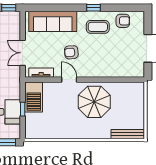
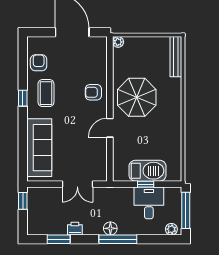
armchair: (71, 52) -> (93, 92), moved, turned 95
tv unit: (41, 73) -> (101, 162), removed
plant: (140, 86) -> (118, 42), added
barbecue: (34, 97) -> (148, 171), moved

